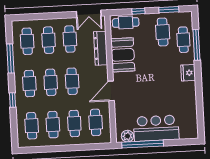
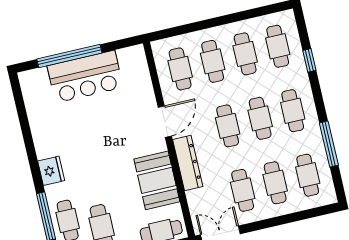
dresser: (101, 48) -> (188, 163), moved
window: (13, 100) -> (309, 60), moved
plant: (127, 136) -> (127, 57), removed
window: (143, 144) -> (69, 56), moved

